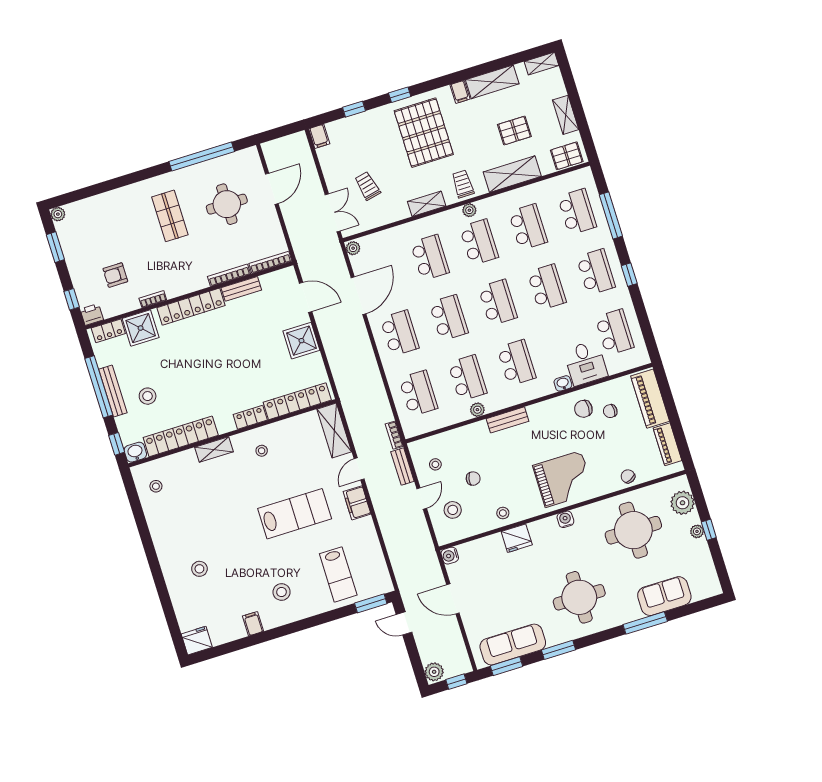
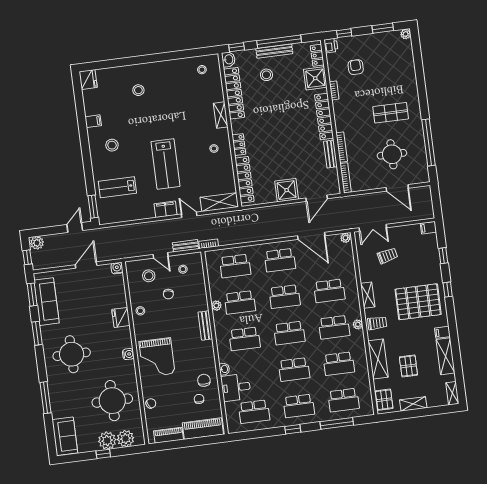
plant: (697, 531) -> (107, 441), width x1.88, depth x1.88
sofa: (664, 596) -> (65, 436), moved

